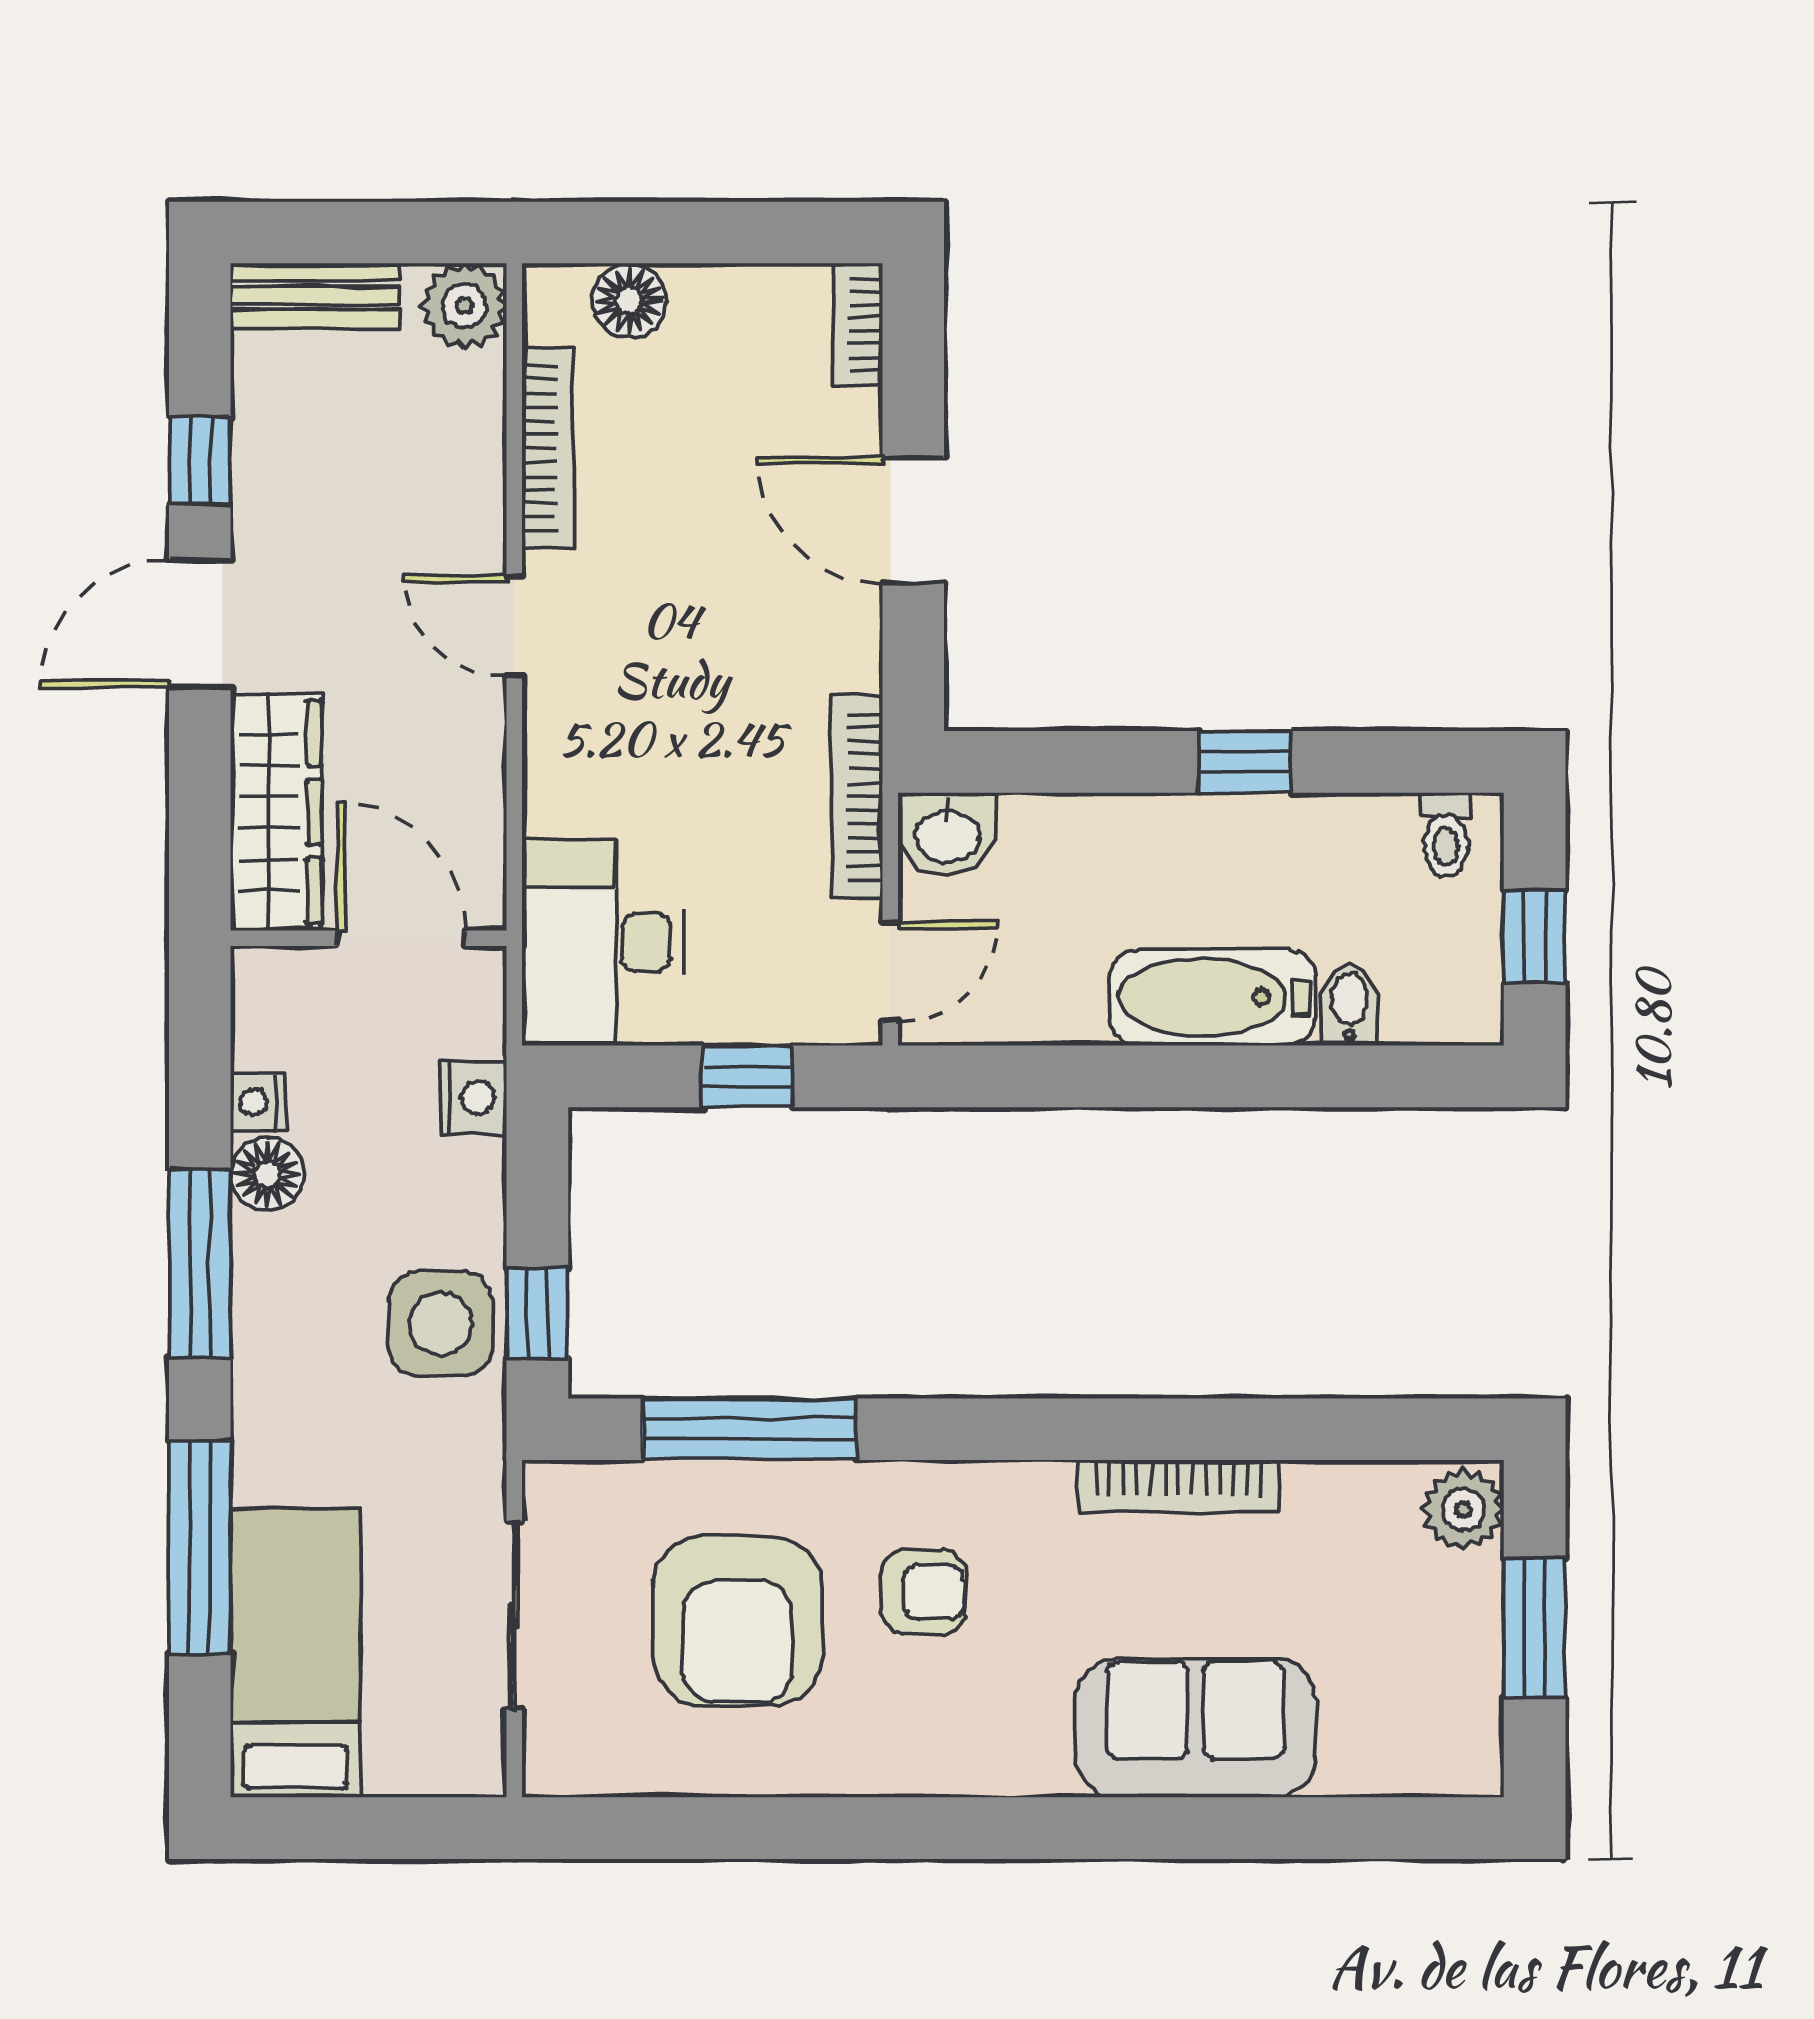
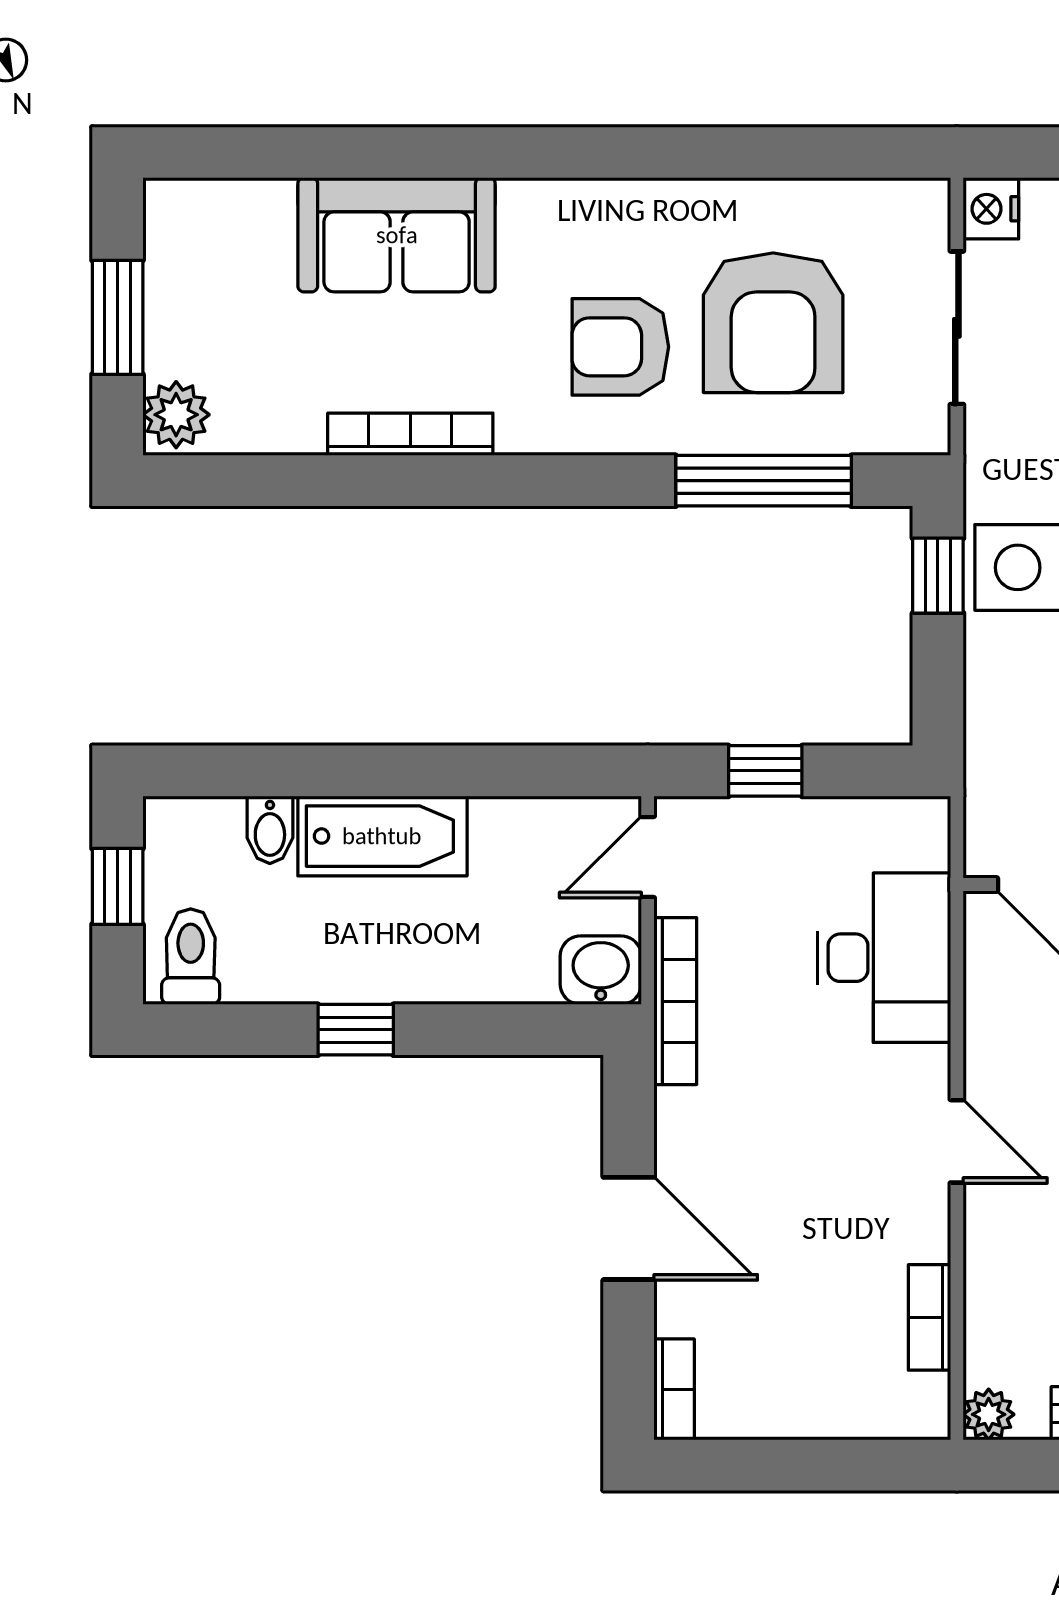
floor lamp: (629, 301) -> (863, 1409), removed
plant: (464, 306) -> (989, 1414), width x0.73, depth x0.73
bookcase: (548, 448) -> (929, 1317), width x0.64
toilet: (1446, 834) -> (191, 957), width x1.37, depth x1.39
desk: (603, 943) -> (884, 958), moved
nightstand: (473, 1097) -> (991, 209), moved
armchair: (923, 1592) -> (620, 347), width x1.38, depth x1.38
armchair: (738, 1621) -> (773, 323), turned 180

